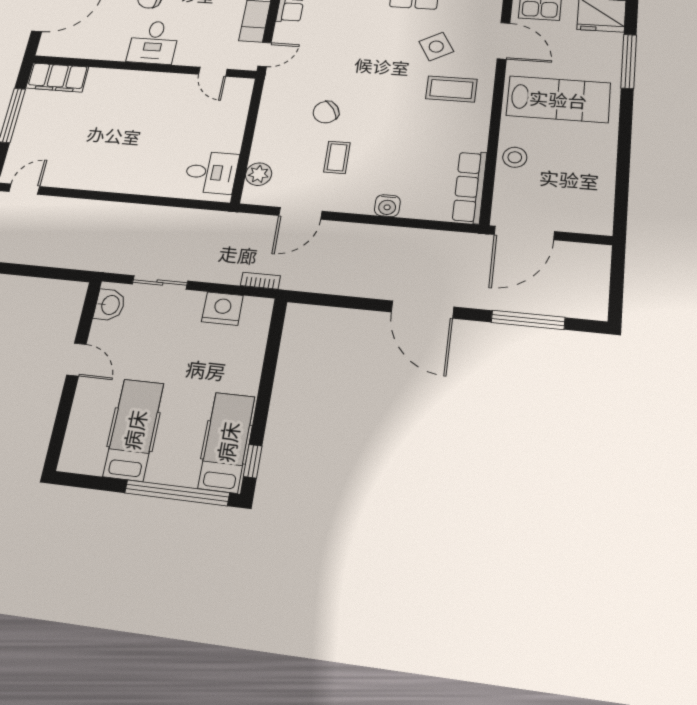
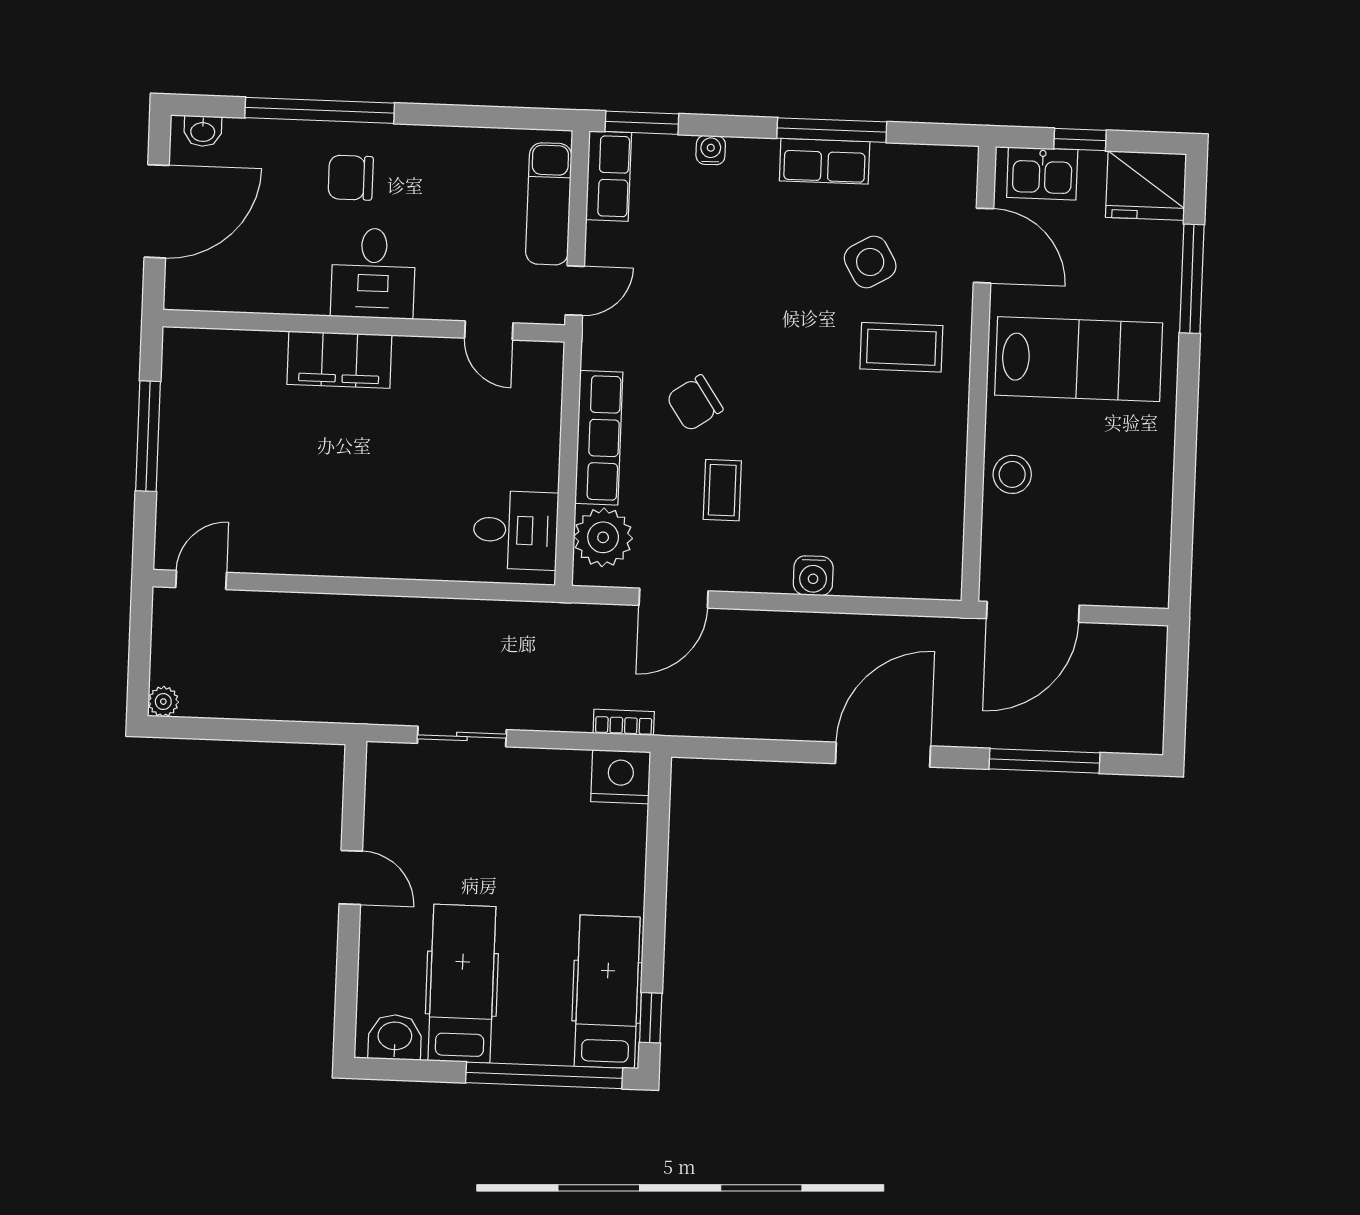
filing cabinet: (57, 78) -> (339, 360), moved
plant: (259, 174) -> (603, 537), width x1.36, depth x1.36
row of seats: (470, 187) -> (599, 438), moved, turned 180
washbasin: (110, 305) -> (395, 1037), moved, turned -90
nightstand: (222, 309) -> (621, 777), moved
door: (422, 310) -> (883, 755), swing flipped

